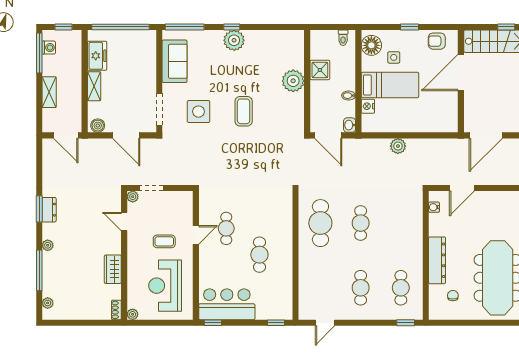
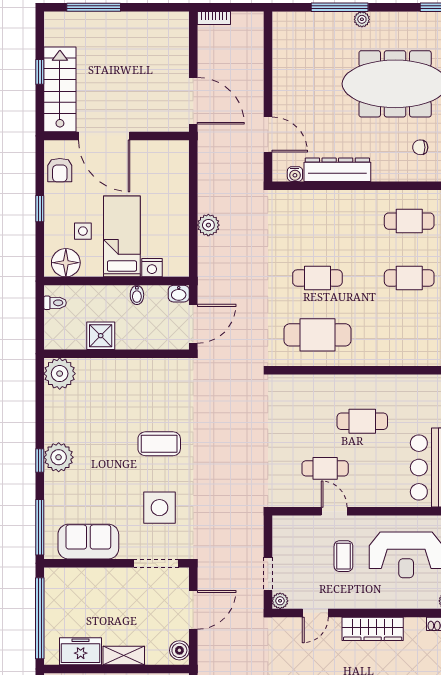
plant: (293, 81) -> (60, 374), moved
dresser: (437, 260) -> (337, 170), moved
wardrobe: (113, 269) -> (373, 629), width x1.50

